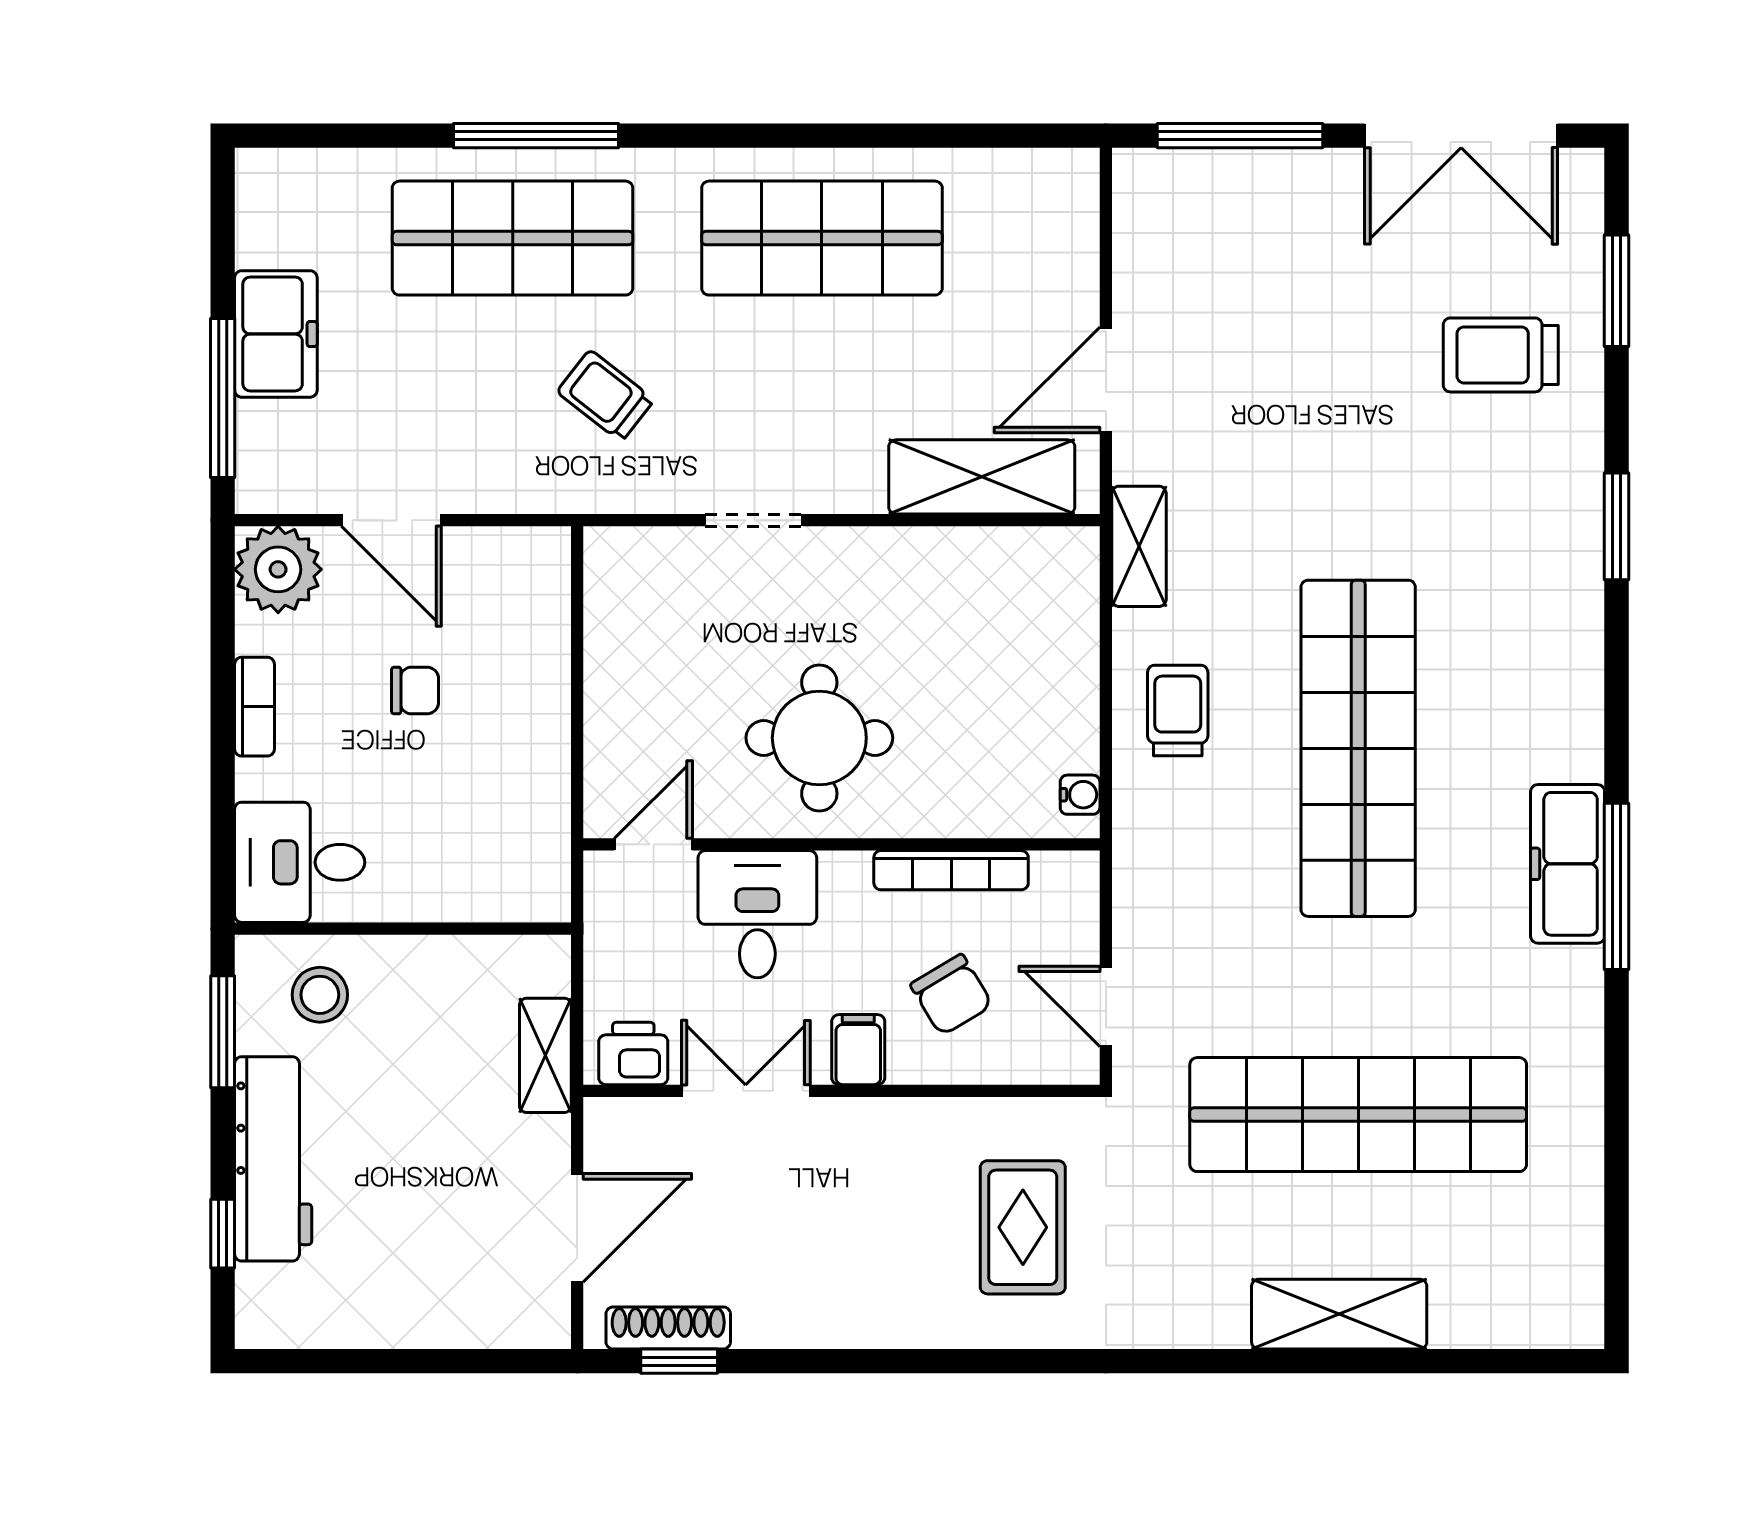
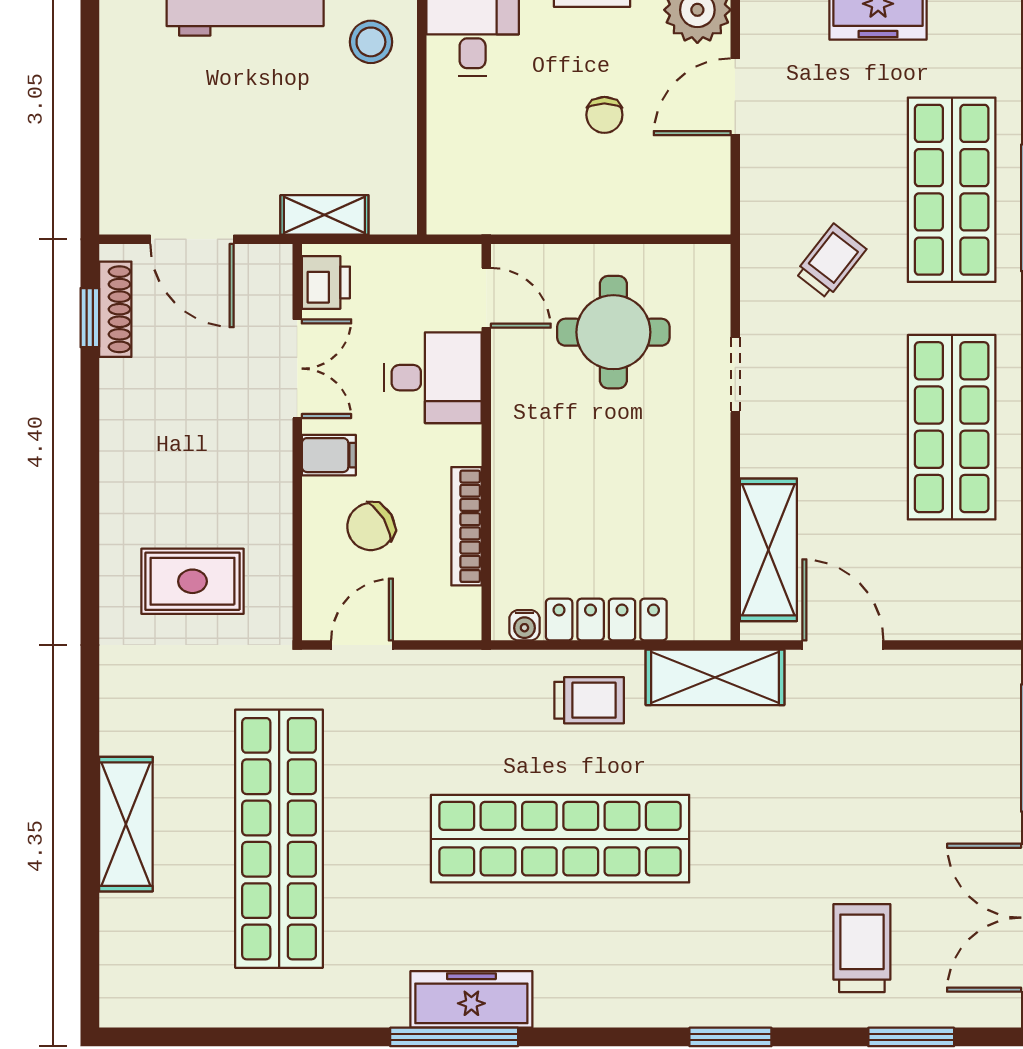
shelving: (1139, 546) -> (715, 677), width x1.50, depth x1.33
locker: (1073, 688) -> (606, 620), added
round table: (819, 738) -> (613, 332), moved

